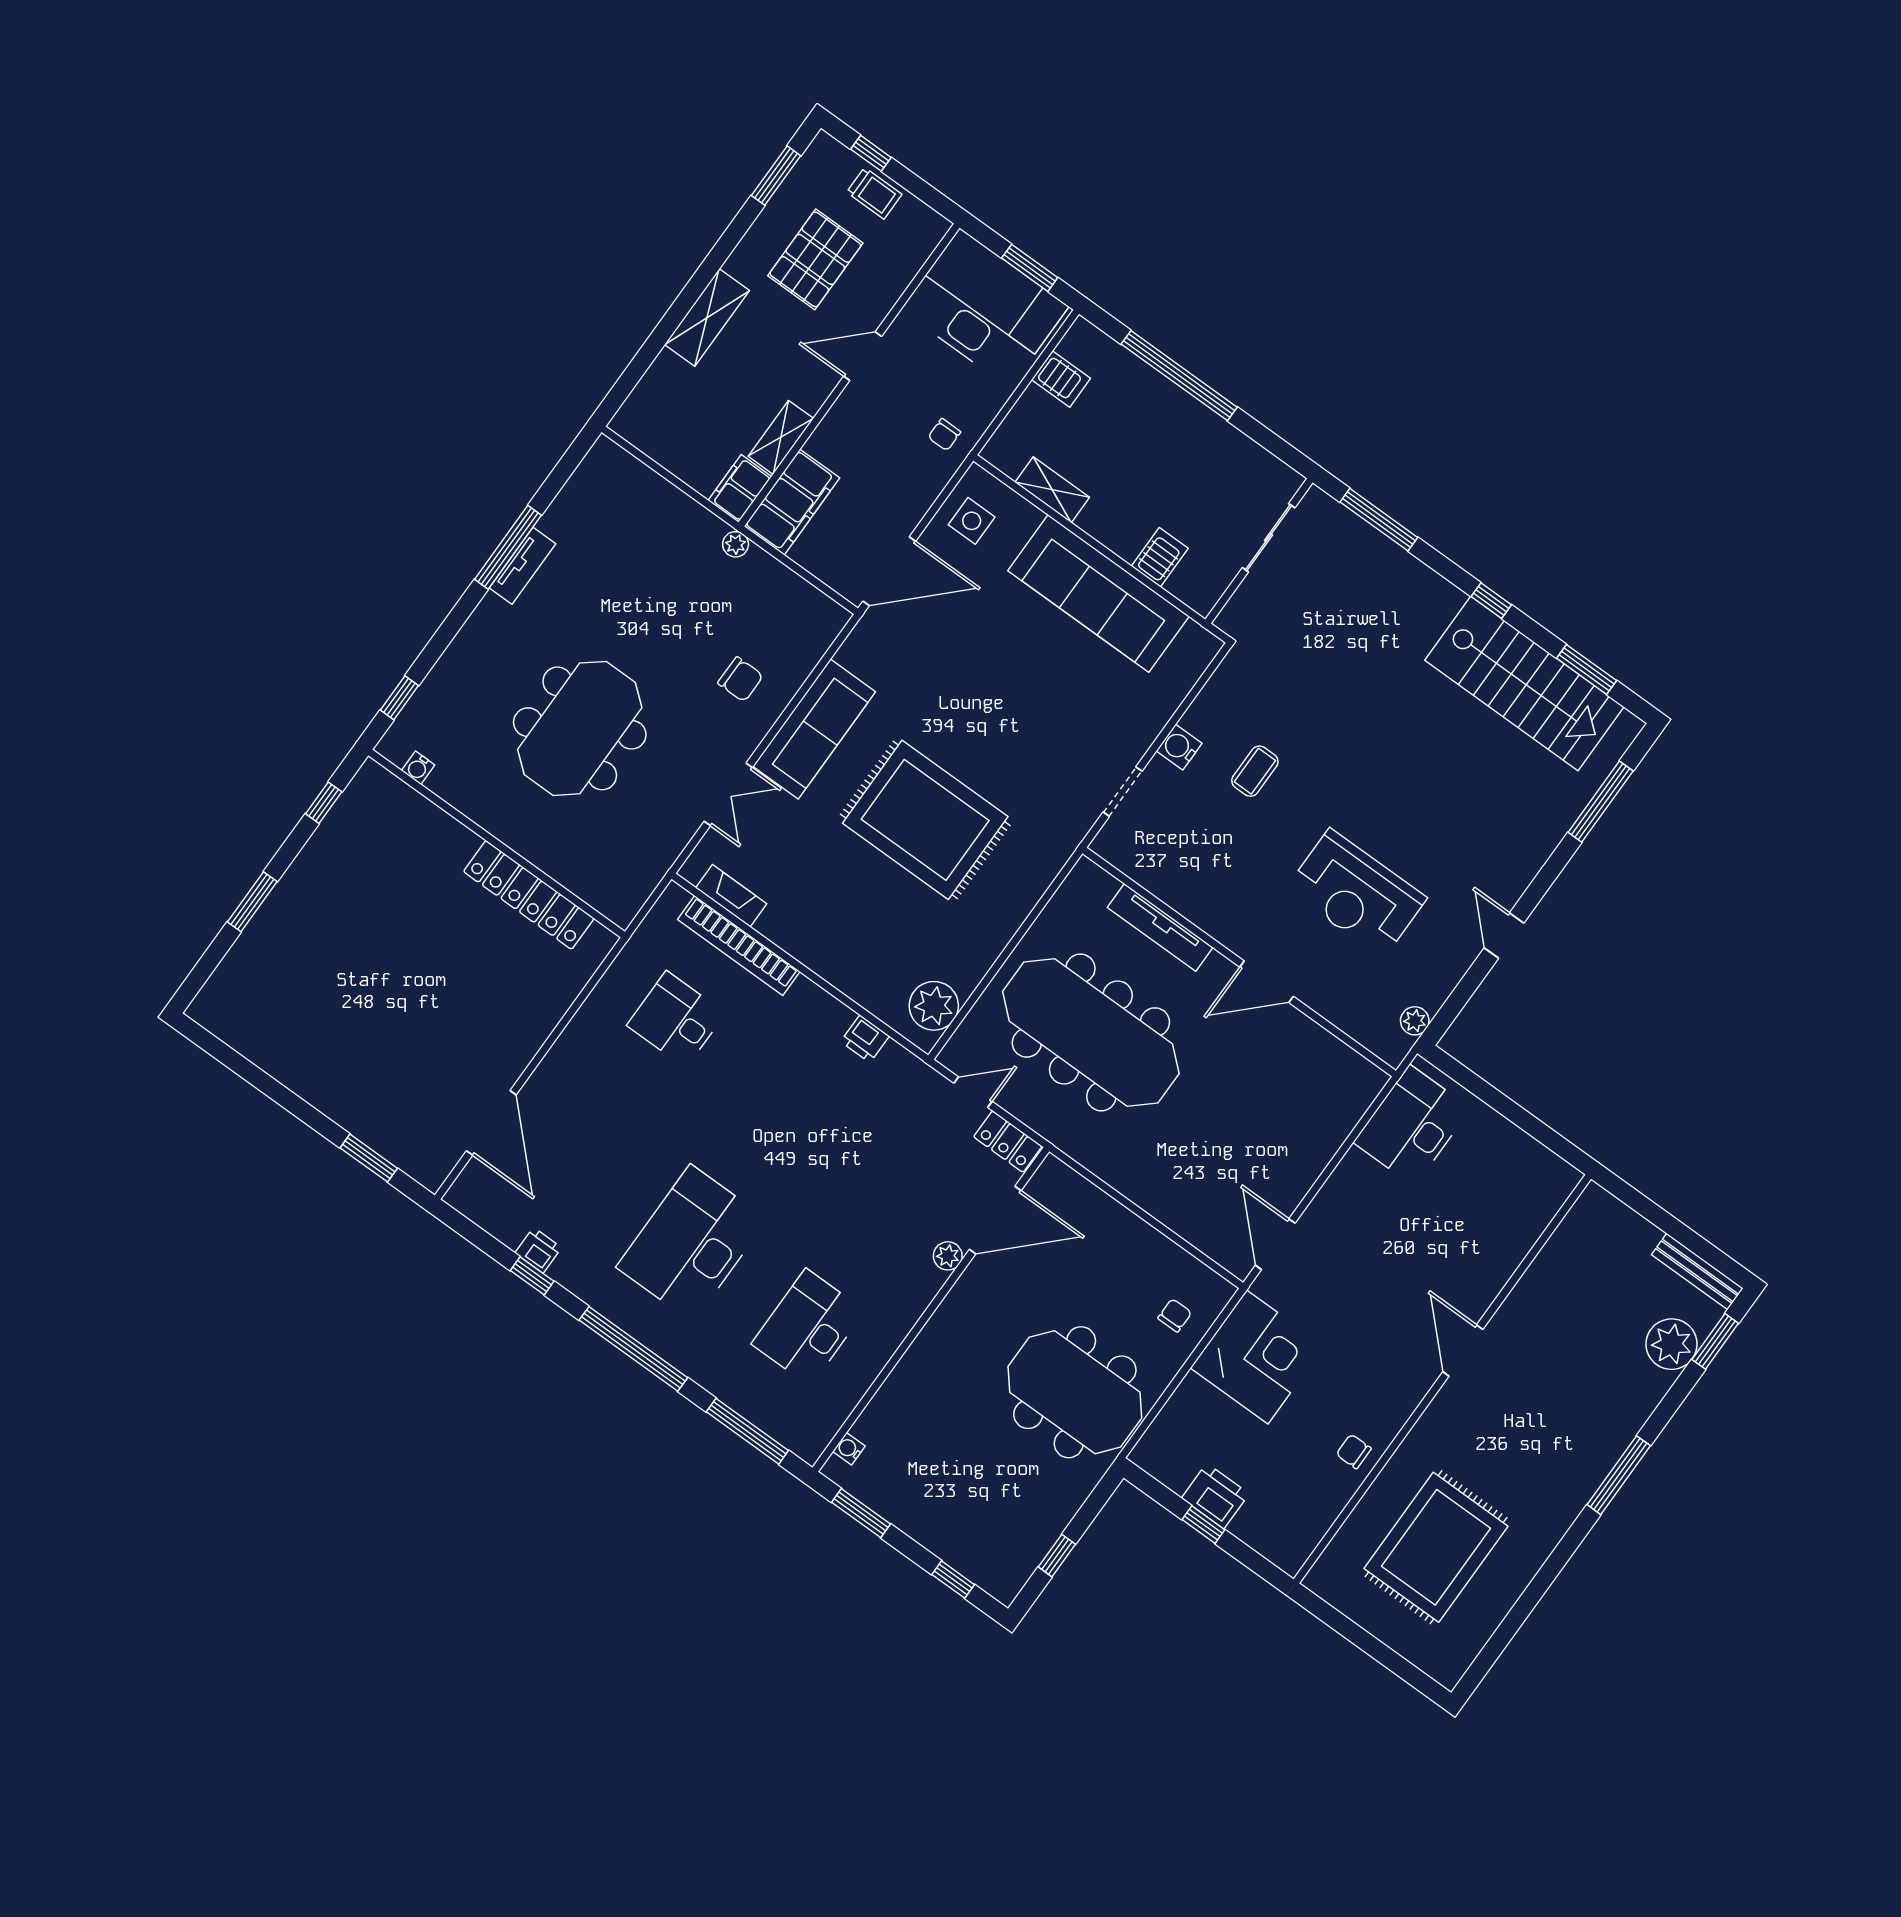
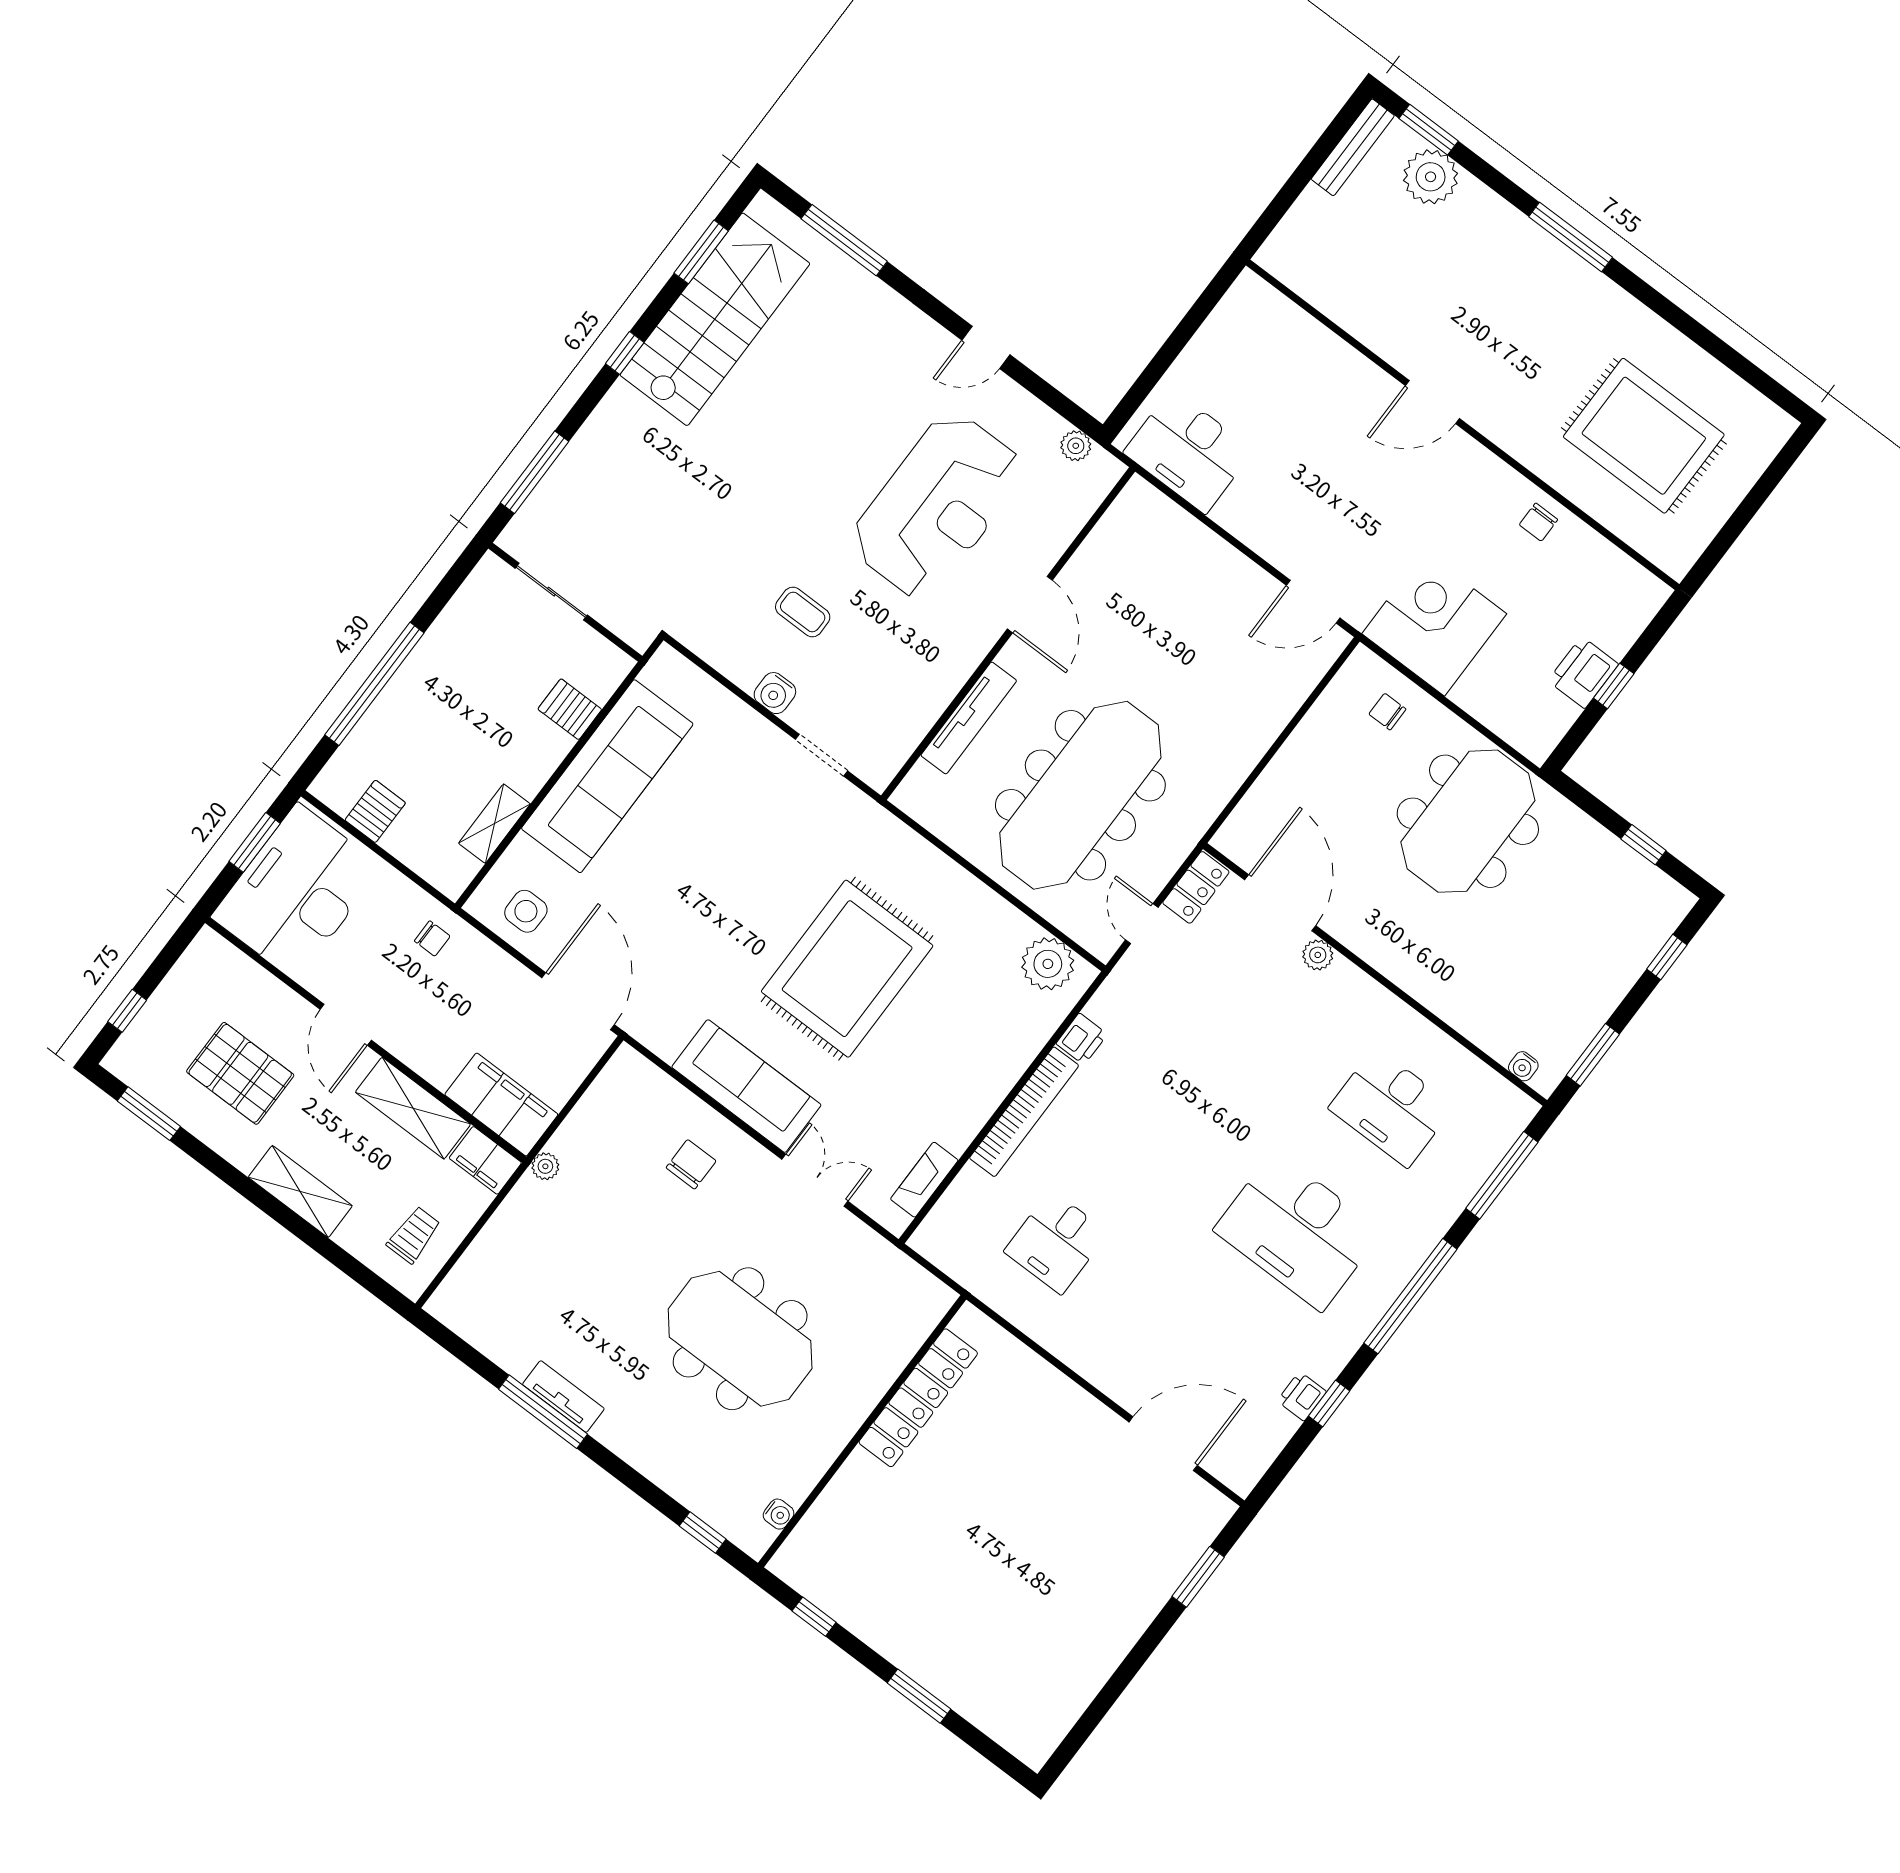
trolley: (874, 193) -> (414, 1235), moved
shelving: (781, 437) -> (413, 1108), width x1.50, depth x1.33
reception desk: (1356, 893) -> (937, 506), width x1.36, depth x1.30
bookcase: (739, 946) -> (1024, 1112), moved

